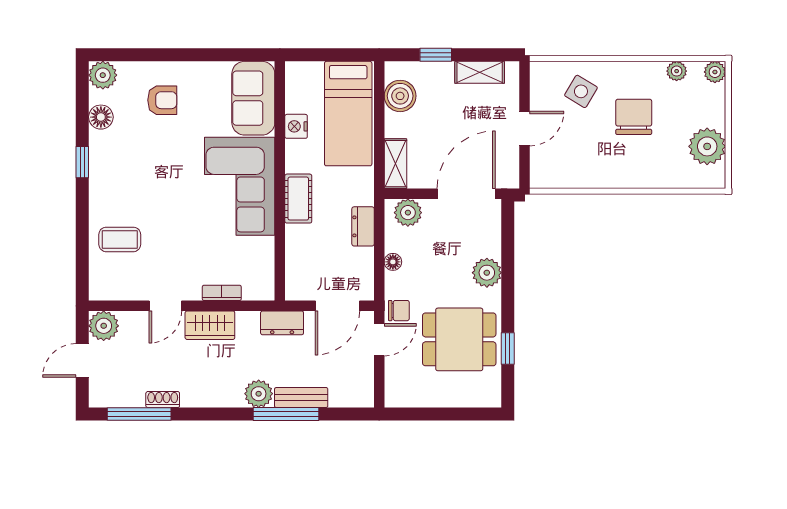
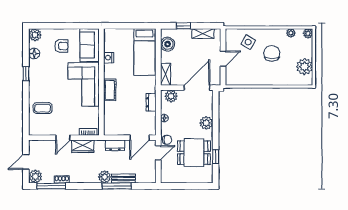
sofa: (253, 98) -> (90, 45), moved
nightstand: (296, 126) -> (109, 58), moved
wall: (280, 181) -> (101, 82), moved
corner sofa: (240, 186) -> (84, 84), moved
cot: (298, 199) -> (110, 90), moved
plant: (104, 326) -> (35, 176), moved

